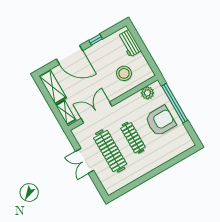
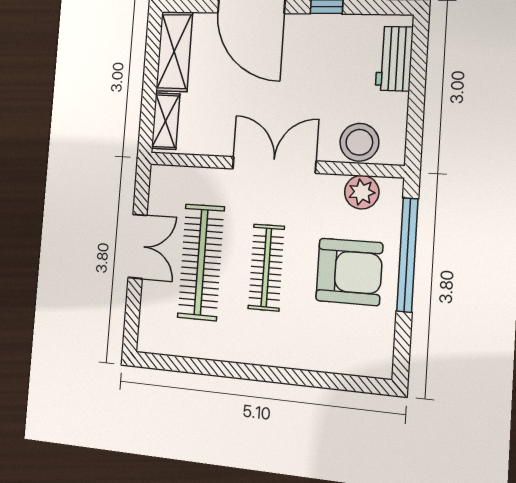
stool: (124, 73) -> (359, 142), moved
double door: (97, 112) -> (274, 165), moved
double door: (85, 161) -> (138, 246), swing flipped

